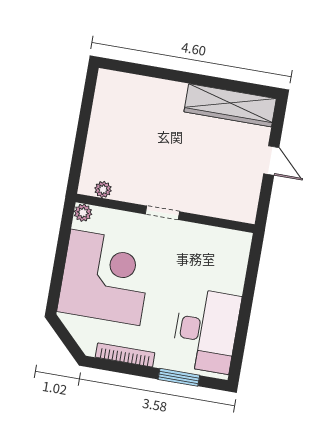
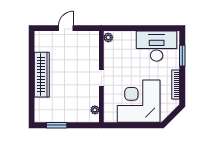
wardrobe: (230, 105) -> (42, 75), moved
window: (86, 110) -> (57, 125), added
plant: (83, 213) -> (108, 37), moved

